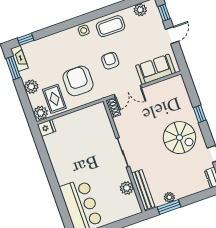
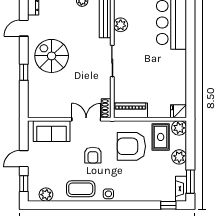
armchair: (78, 81) -> (131, 146), turned 90
piano: (90, 113) -> (130, 110), added

